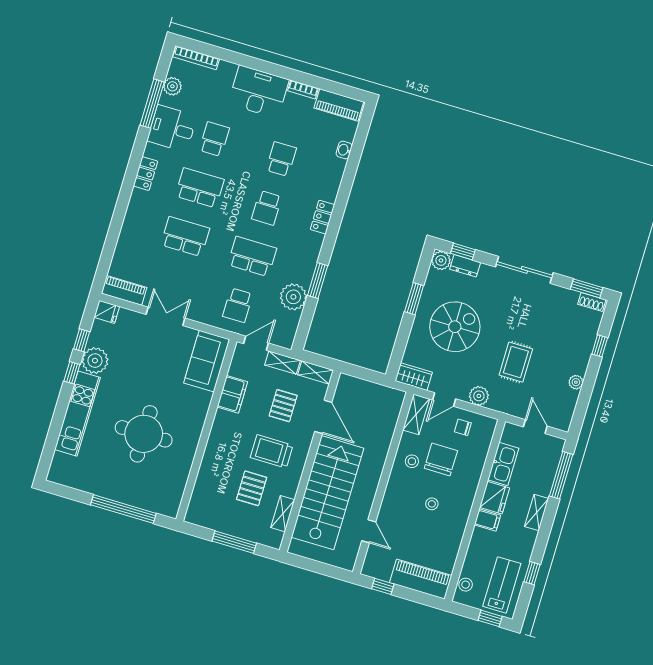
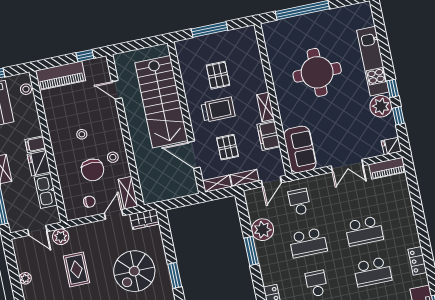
plant: (479, 396) -> (61, 237), moved
shelving: (283, 514) -> (265, 107), moved

